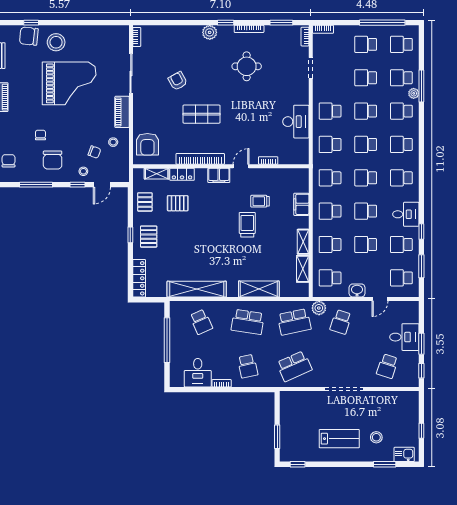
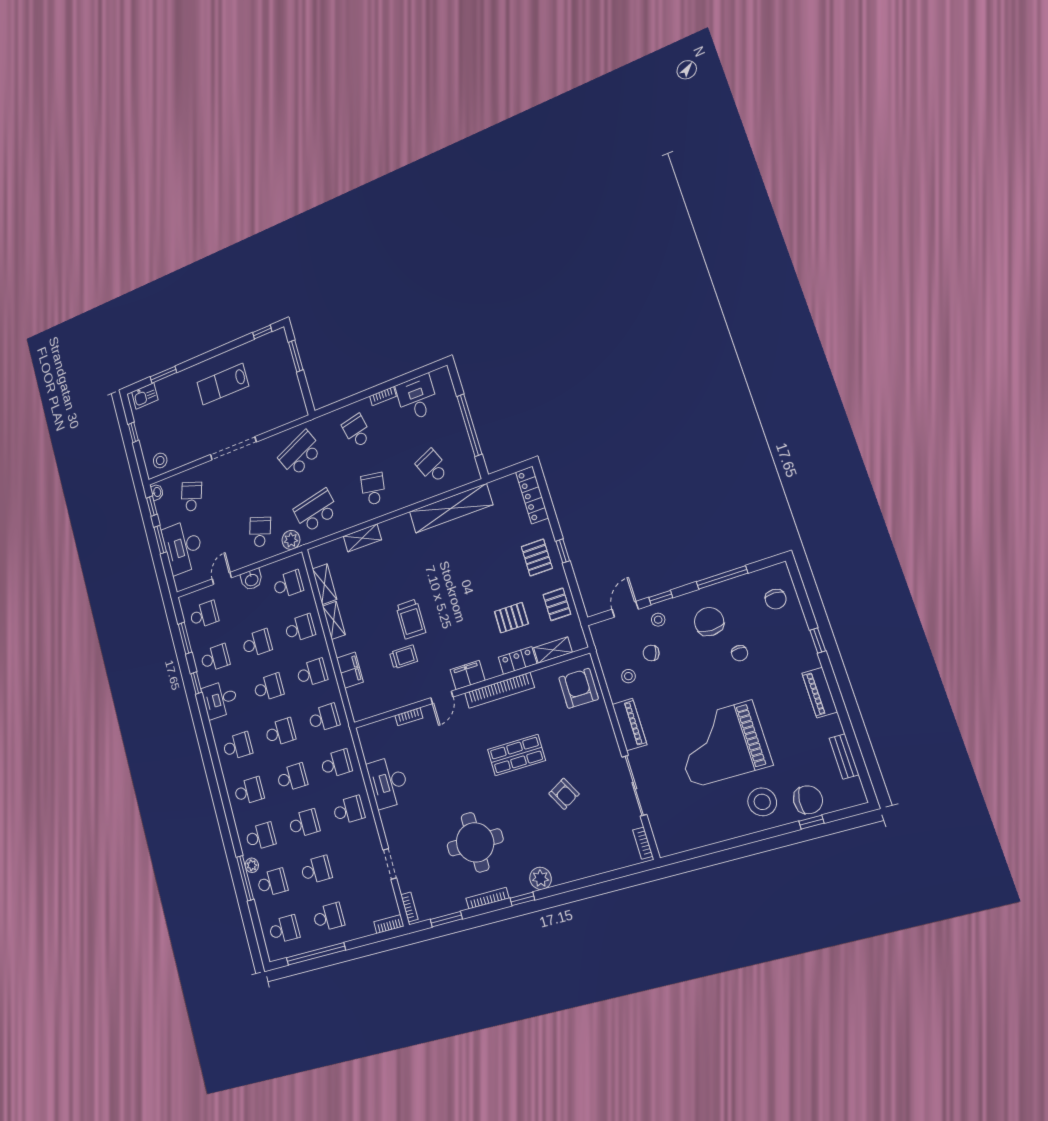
round table: (247, 66) -> (475, 842), width x1.36, depth x1.36
shelving: (259, 289) -> (362, 538), width x0.67, depth x0.75
school desk: (248, 322) -> (373, 489), width x0.54
desk: (404, 337) -> (183, 547), width x1.37
washbasin: (414, 379) -> (157, 492), added
stool: (376, 437) -> (160, 461), moved

